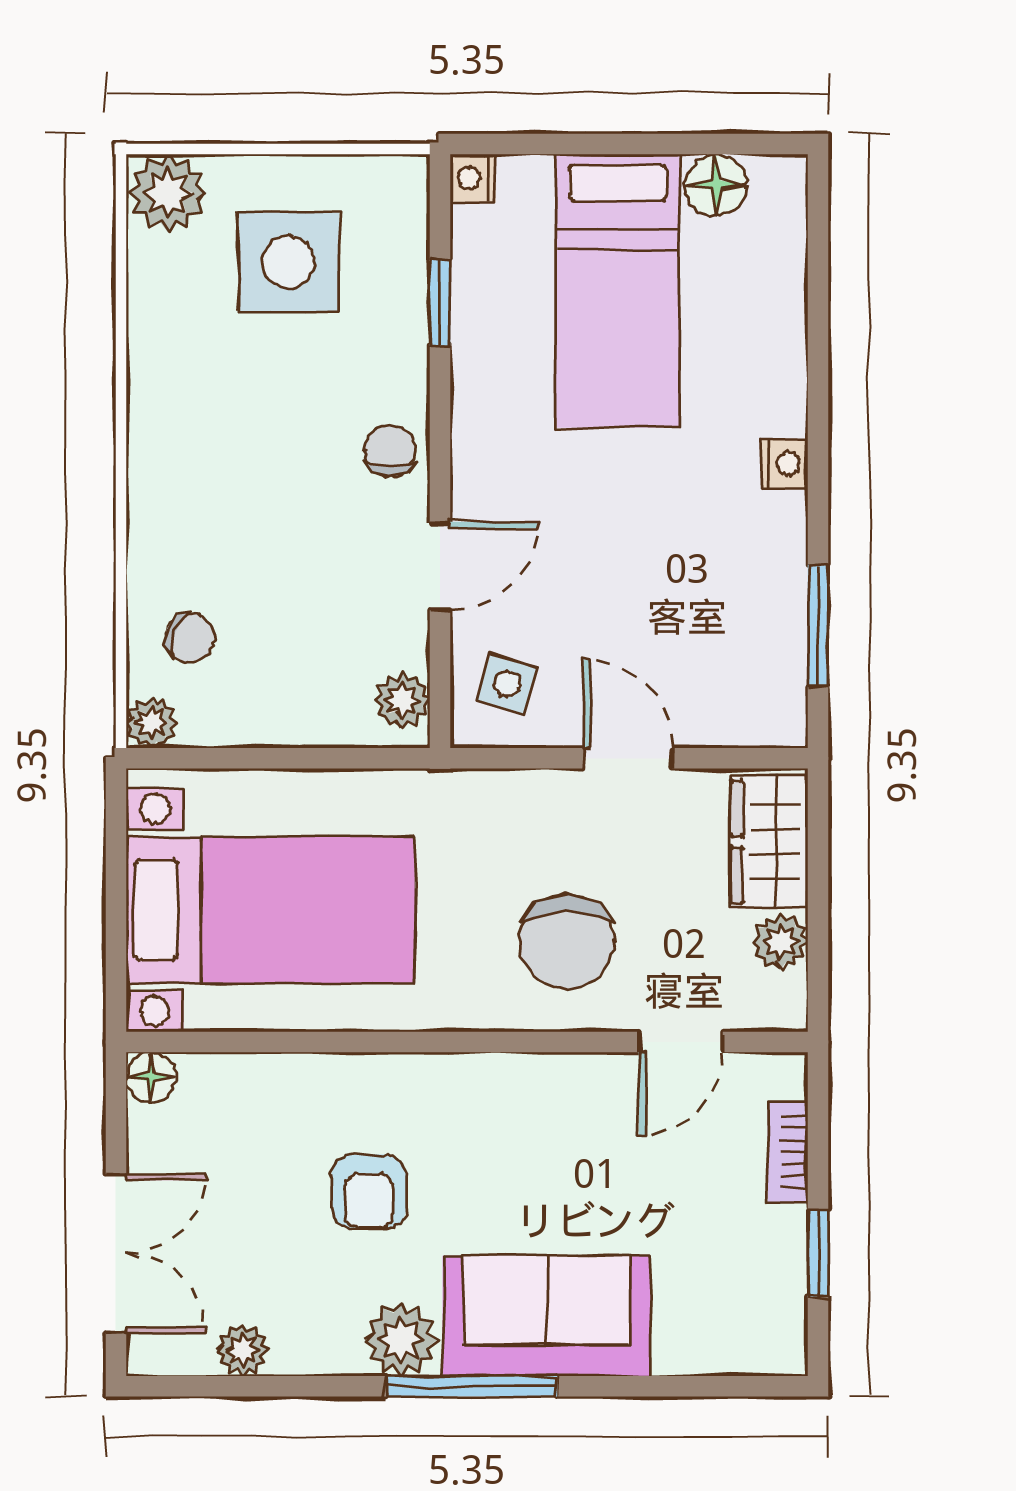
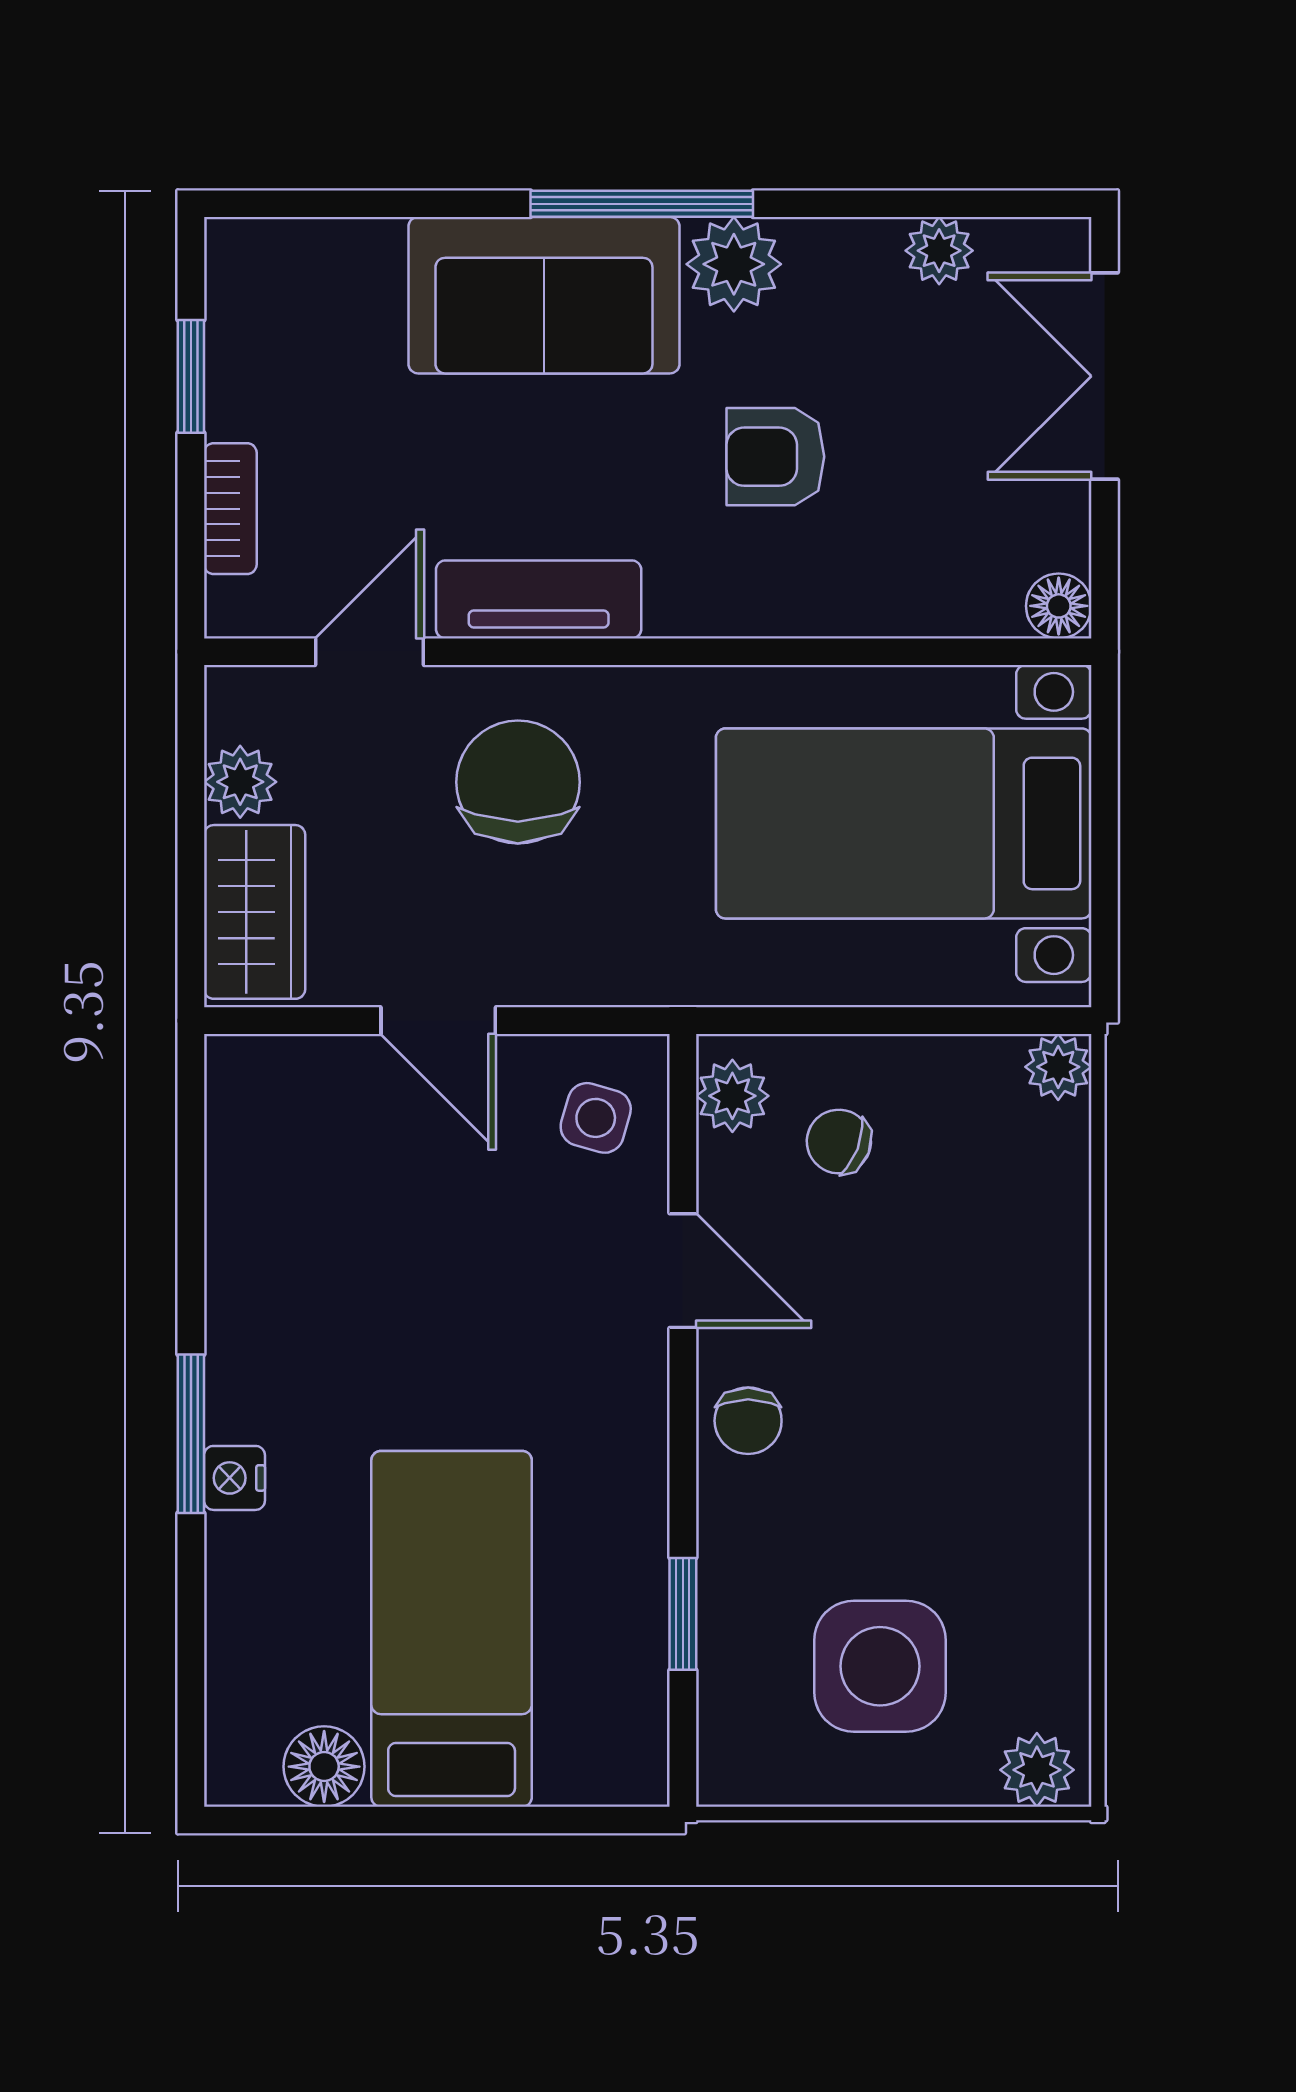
nightstand: (473, 178) -> (640, 1776), removed
plant: (168, 193) -> (1037, 1770), width x0.73, depth x0.73
nightstand: (785, 464) -> (234, 1478), moved
door: (440, 566) -> (683, 1271), swing flipped
window: (818, 626) -> (191, 1434), moved
chair: (190, 638) -> (839, 1142), moved
tv unit: (551, 1082) -> (539, 599), added
armchair: (369, 1192) -> (775, 457), turned -90

